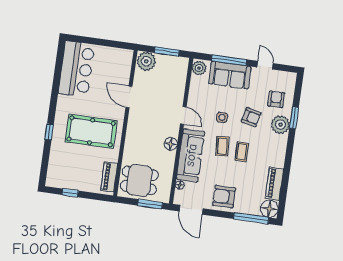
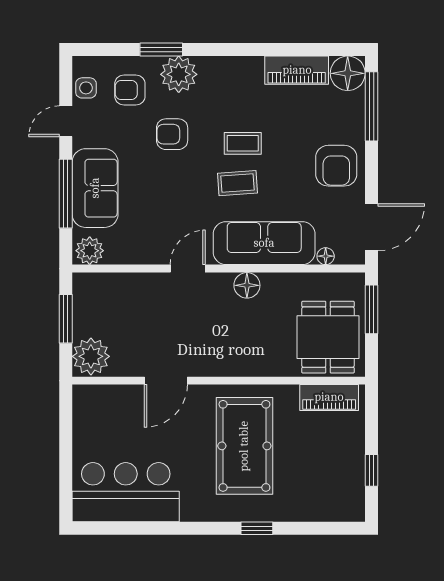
side table: (222, 117) -> (86, 88), moved
armchair: (251, 117) -> (172, 134), turned -104

